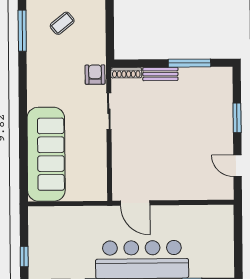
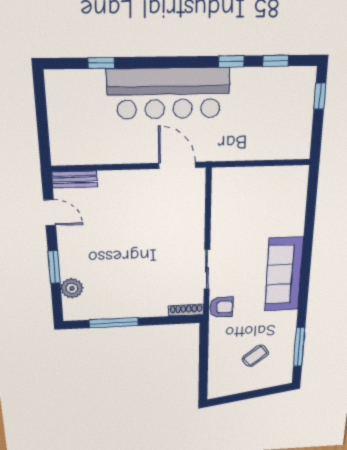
bench: (160, 74) -> (75, 179), moved
armchair: (95, 75) -> (222, 307), turned -90
plant: (224, 98) -> (72, 288), added
sofa: (46, 154) -> (284, 274), moved, width x0.74, depth x0.79

